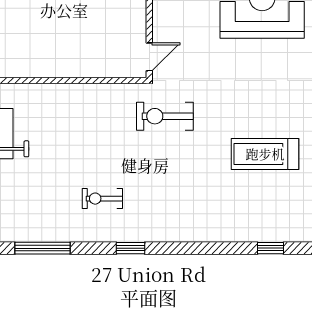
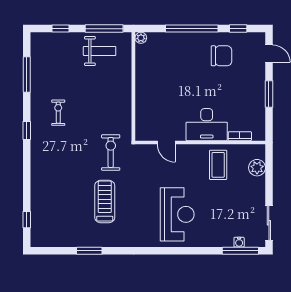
door: (149, 57) -> (166, 142), moved
treadmill: (265, 154) -> (105, 202), moved

